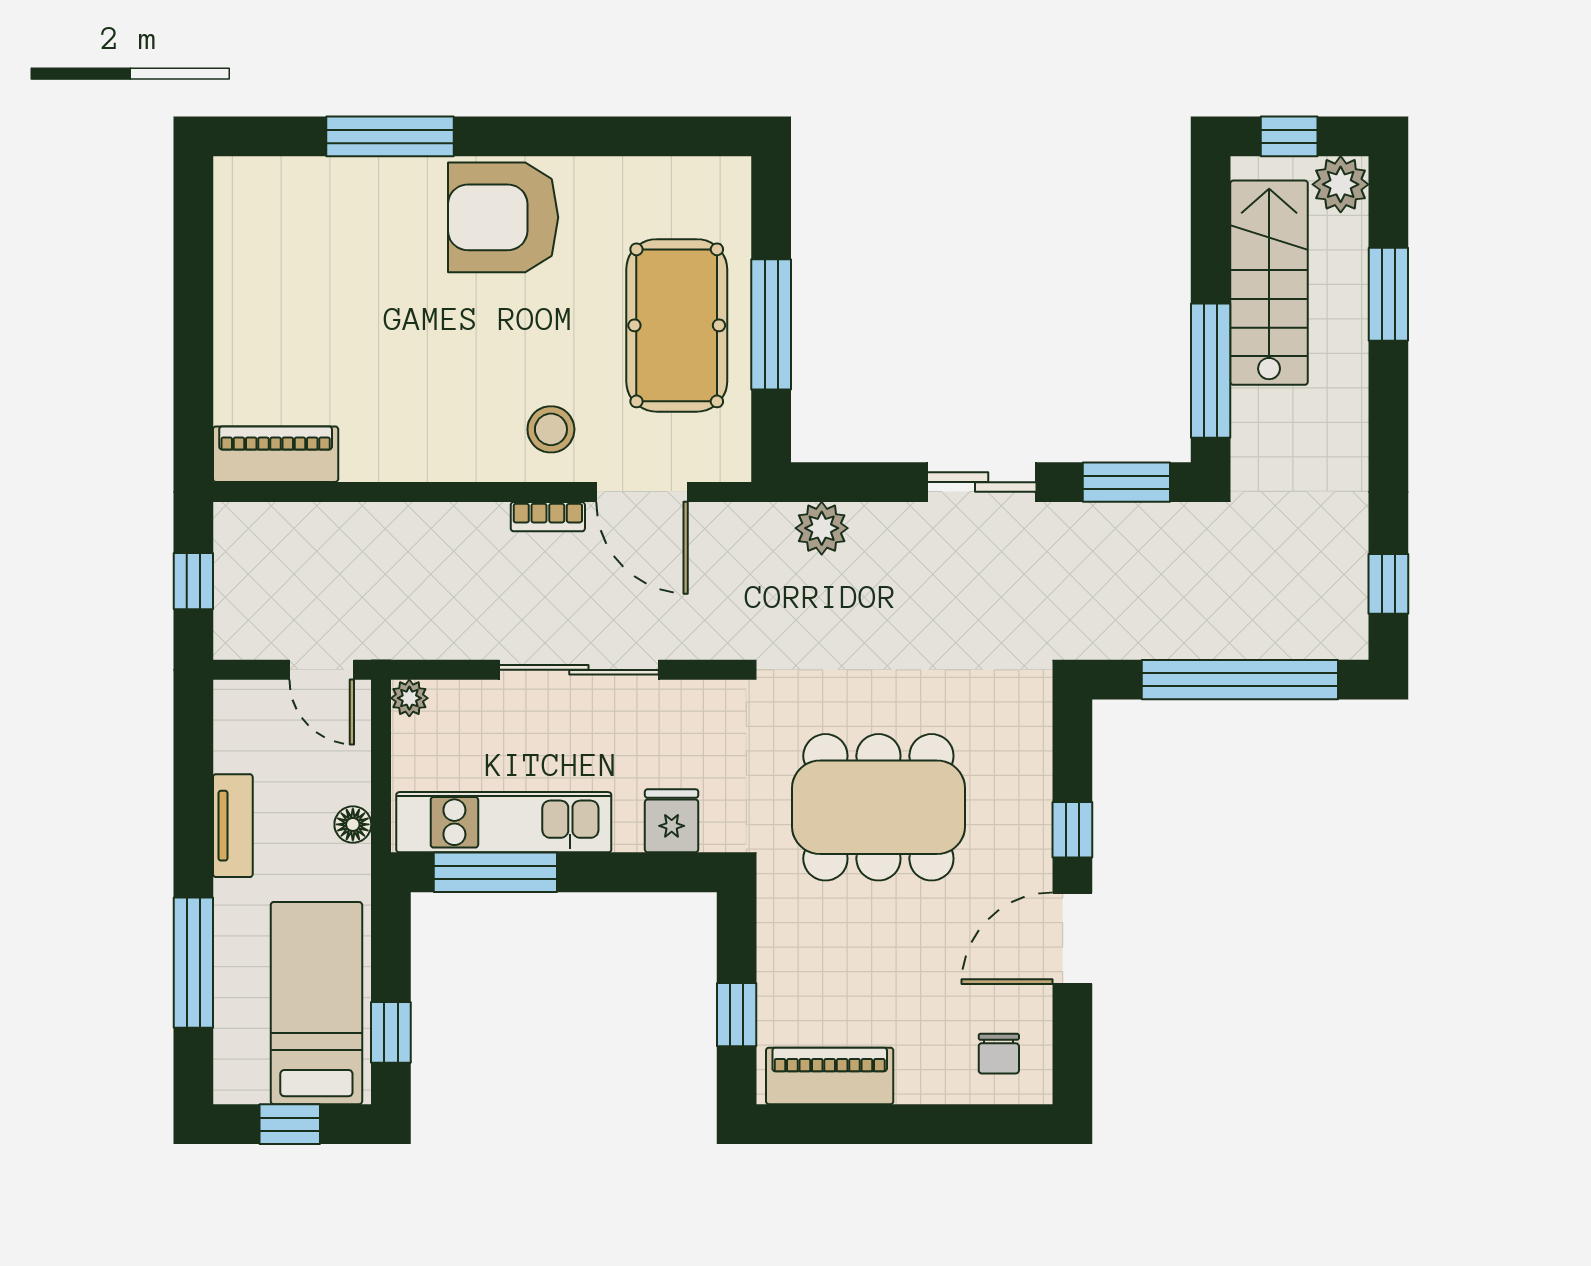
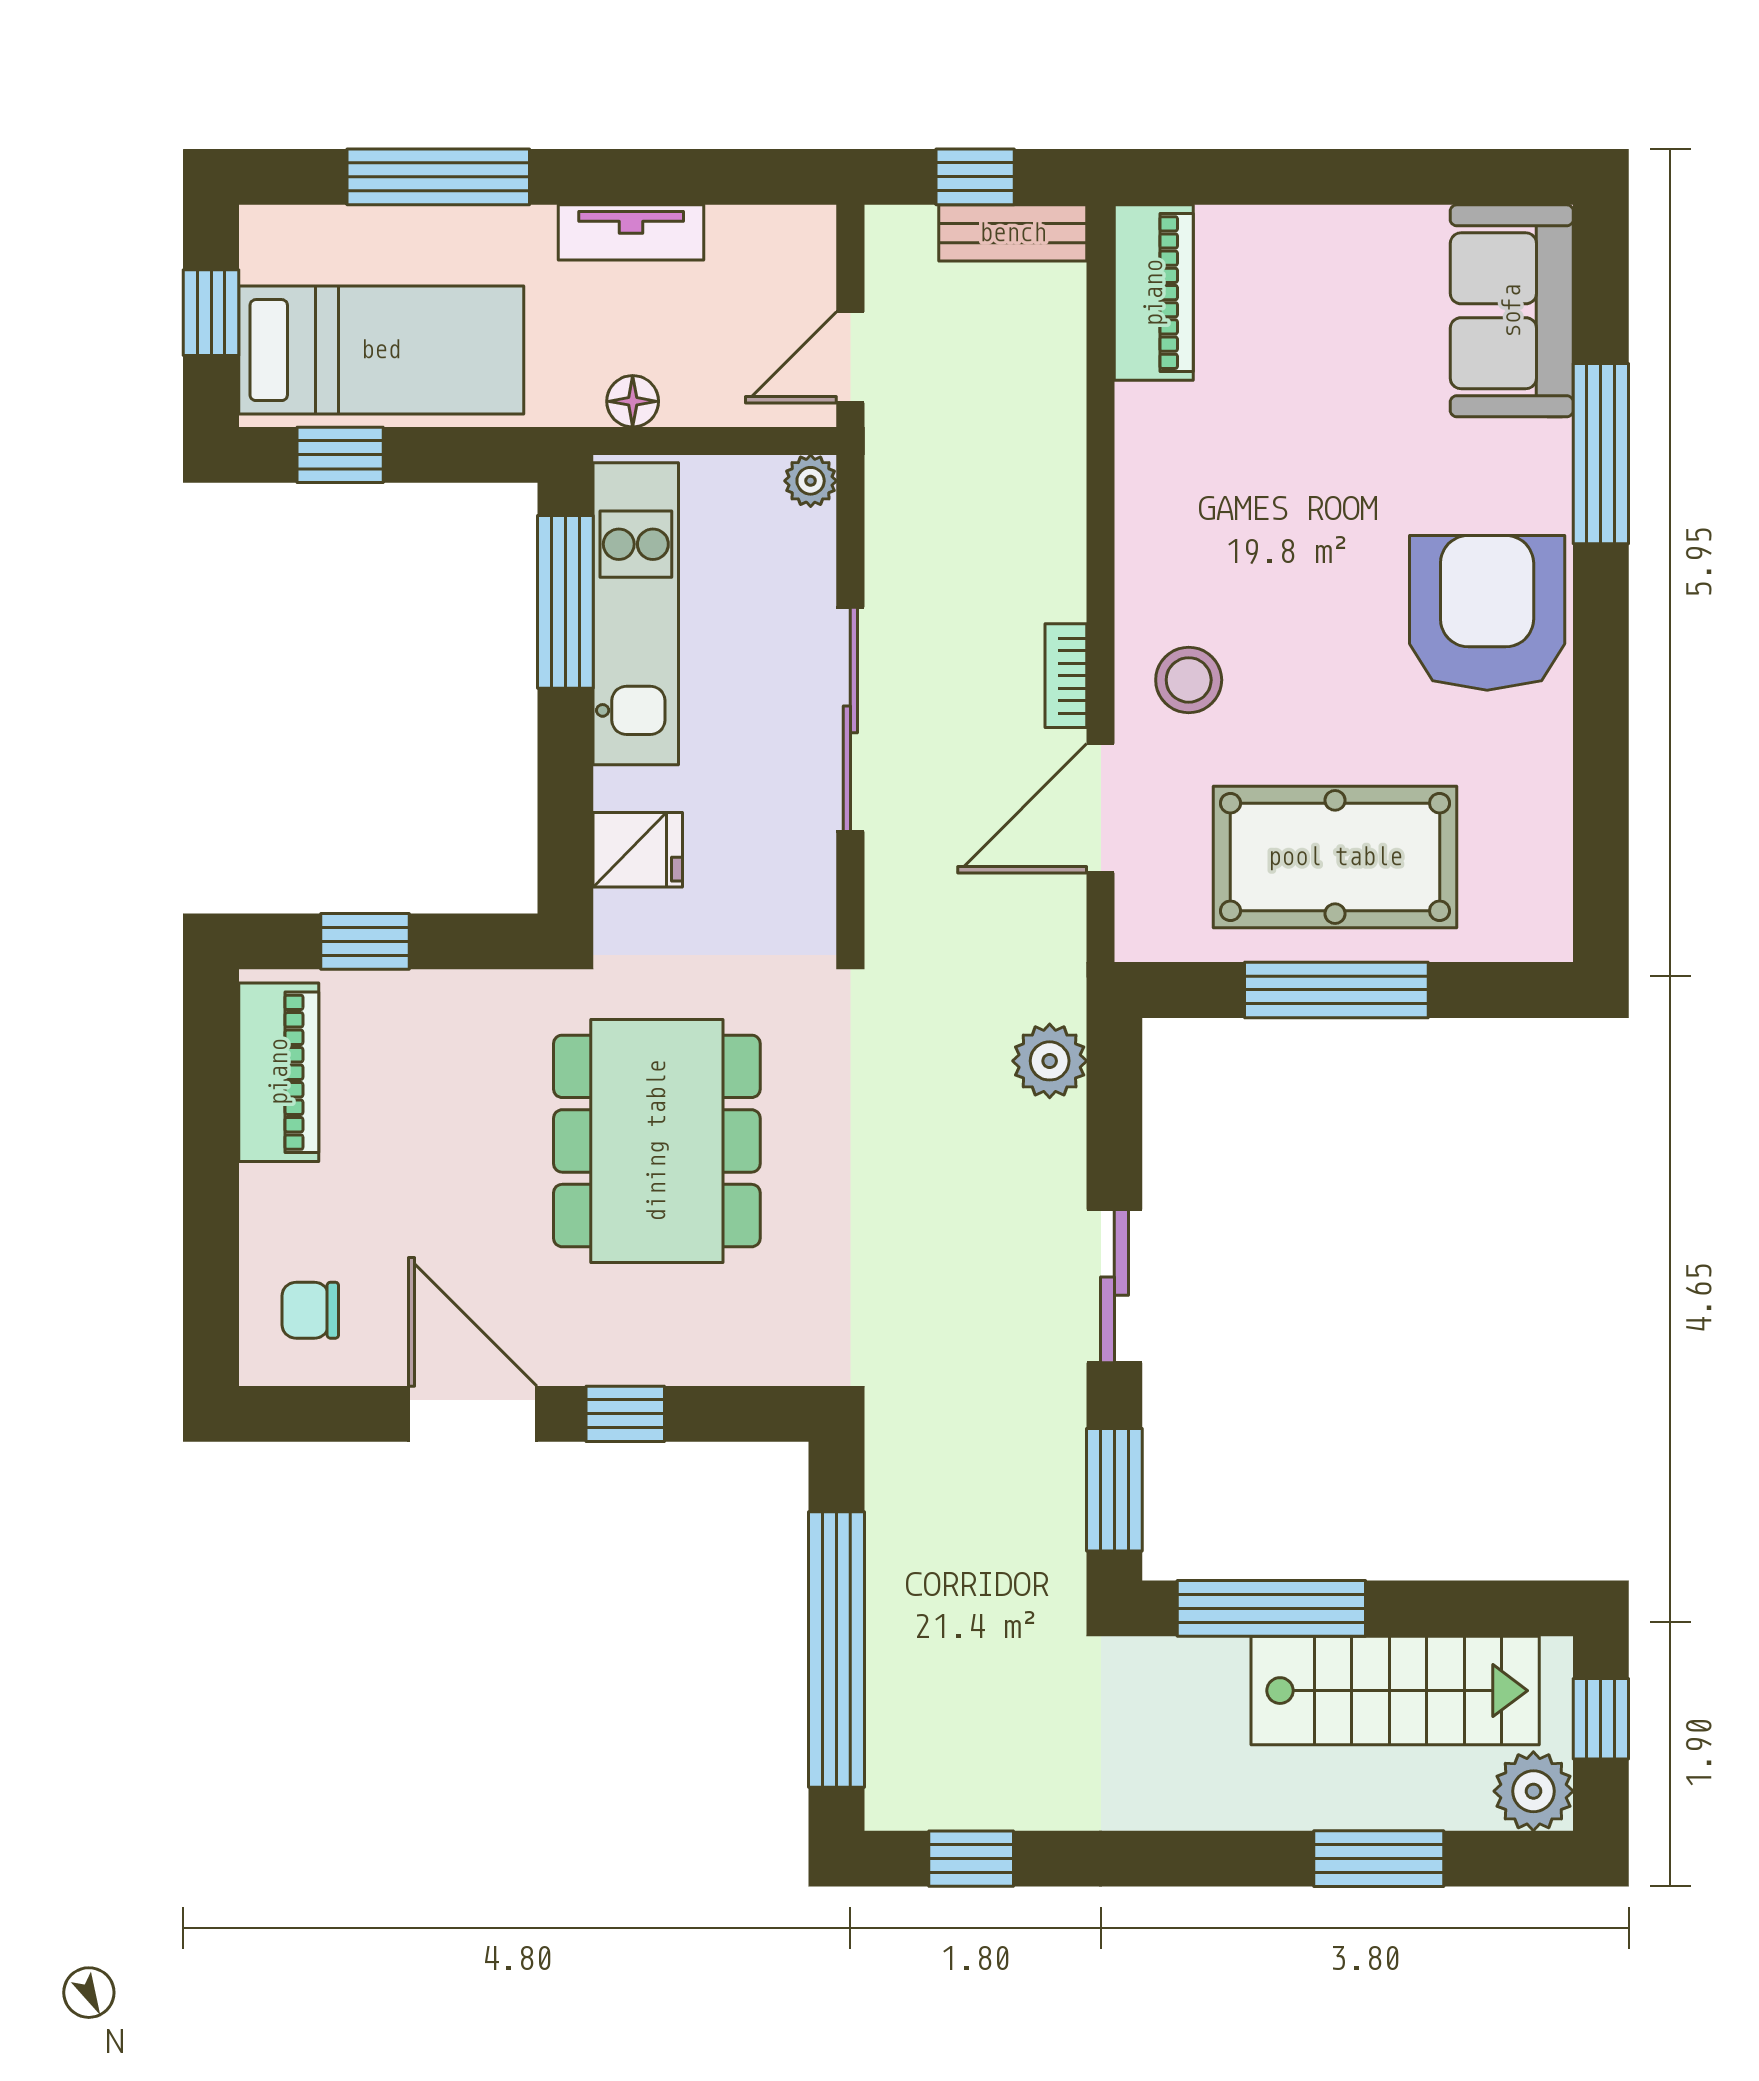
sofa: (289, 200) -> (1512, 311), added
bench: (233, 554) -> (1013, 233), added

